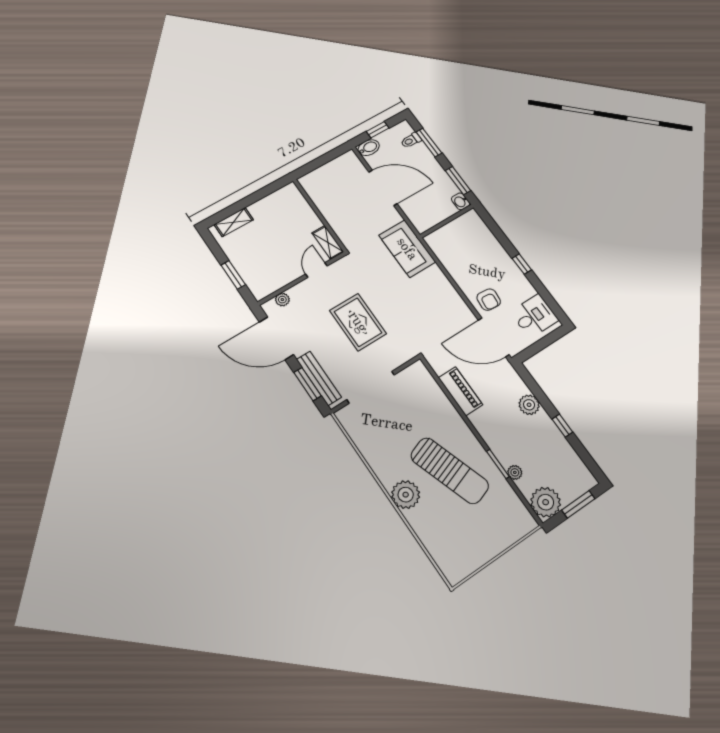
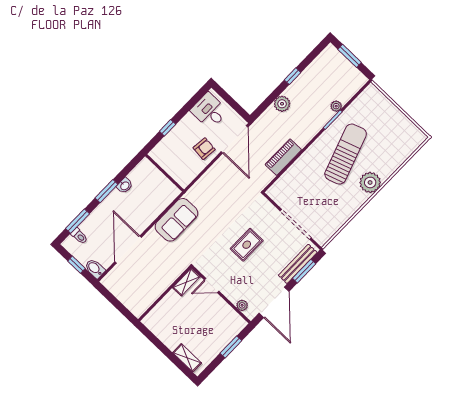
wall: (447, 221) -> (165, 173), moved
rug: (358, 322) -> (247, 245), width x0.73, depth x0.70
plant: (546, 502) -> (353, 80), removed

